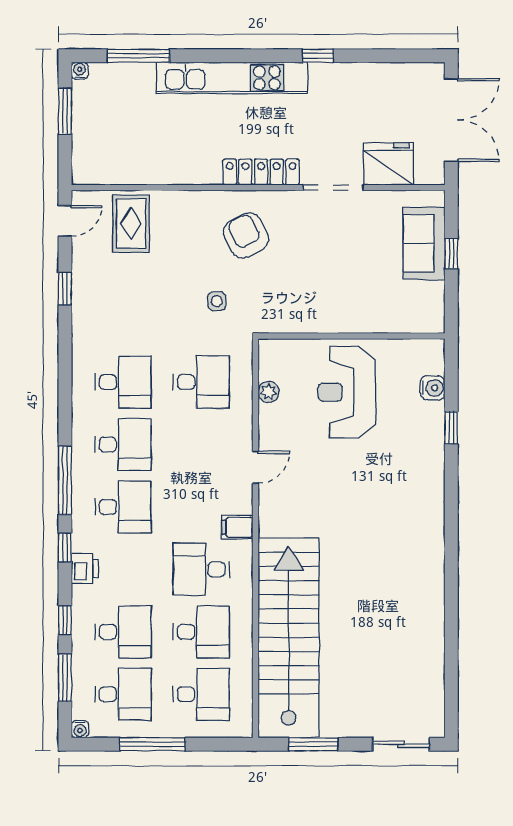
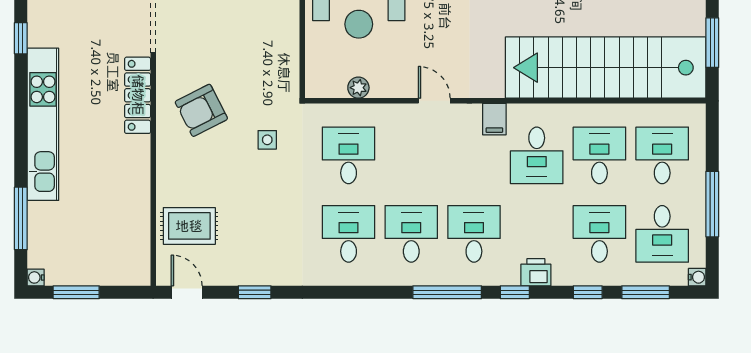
desk: (123, 694) -> (662, 234), turned 180

